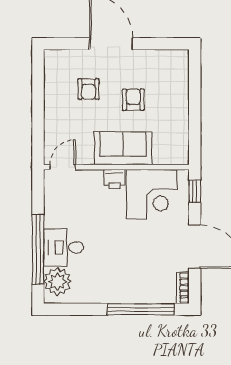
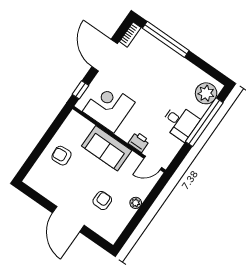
armchair: (133, 100) -> (61, 156), moved, turned 85
plant: (51, 111) -> (136, 203), added
printer: (114, 179) -> (139, 142), moved
desk: (64, 247) -> (180, 122), moved

